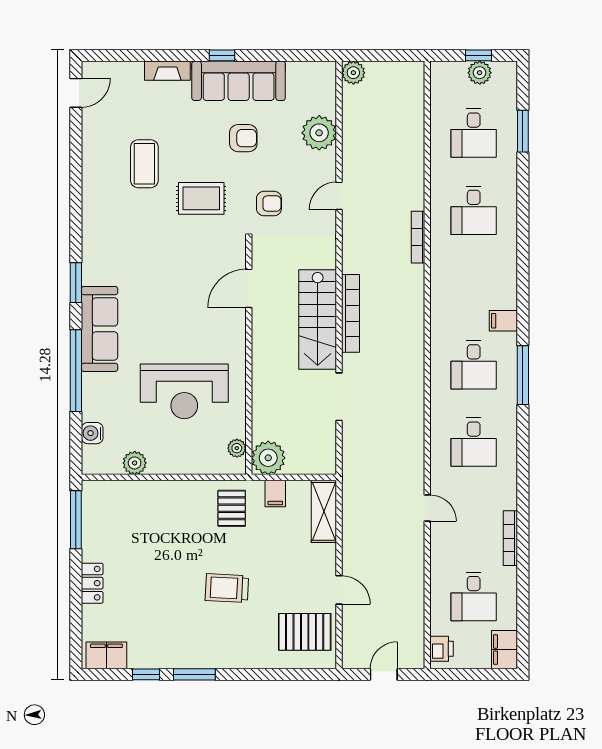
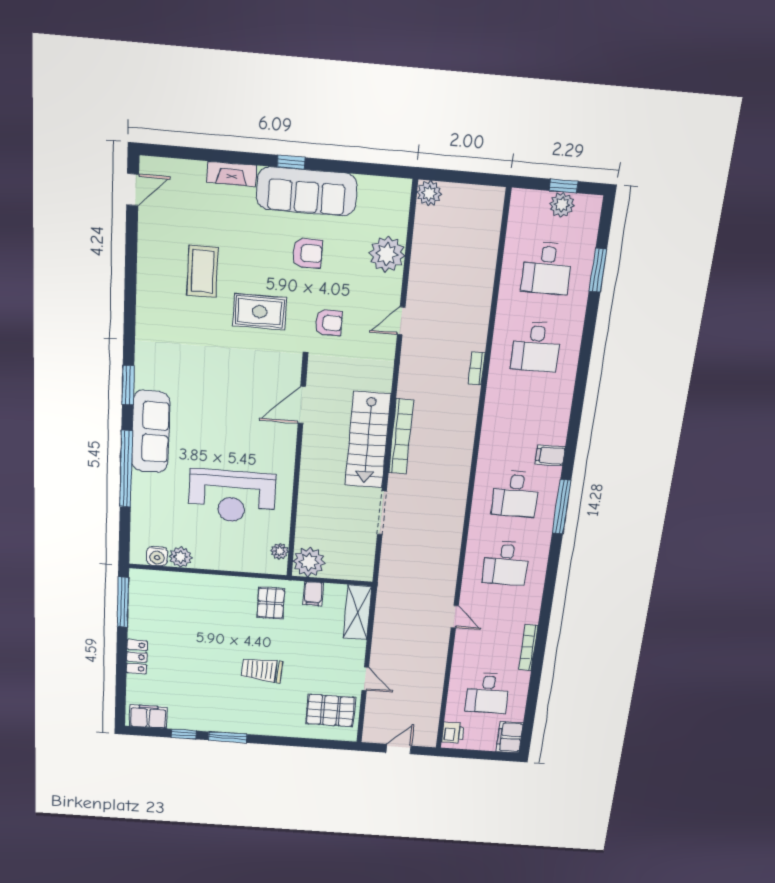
bookcase: (418, 237) -> (477, 369), width x0.64
water cooler: (92, 433) -> (157, 556), moved, turned -90

